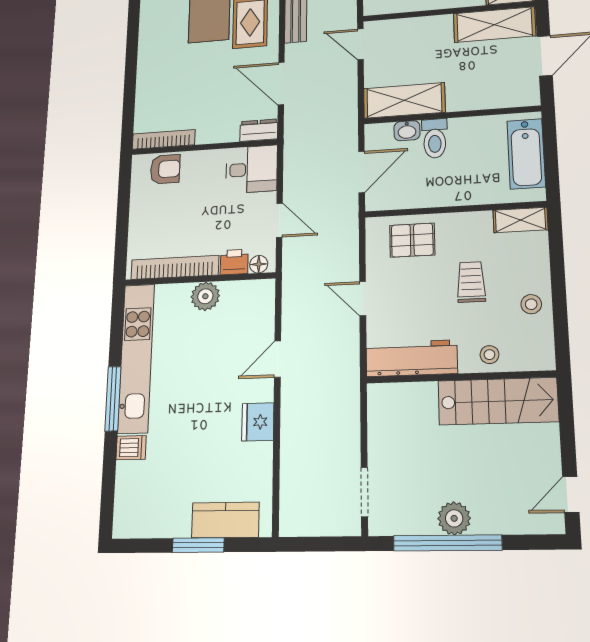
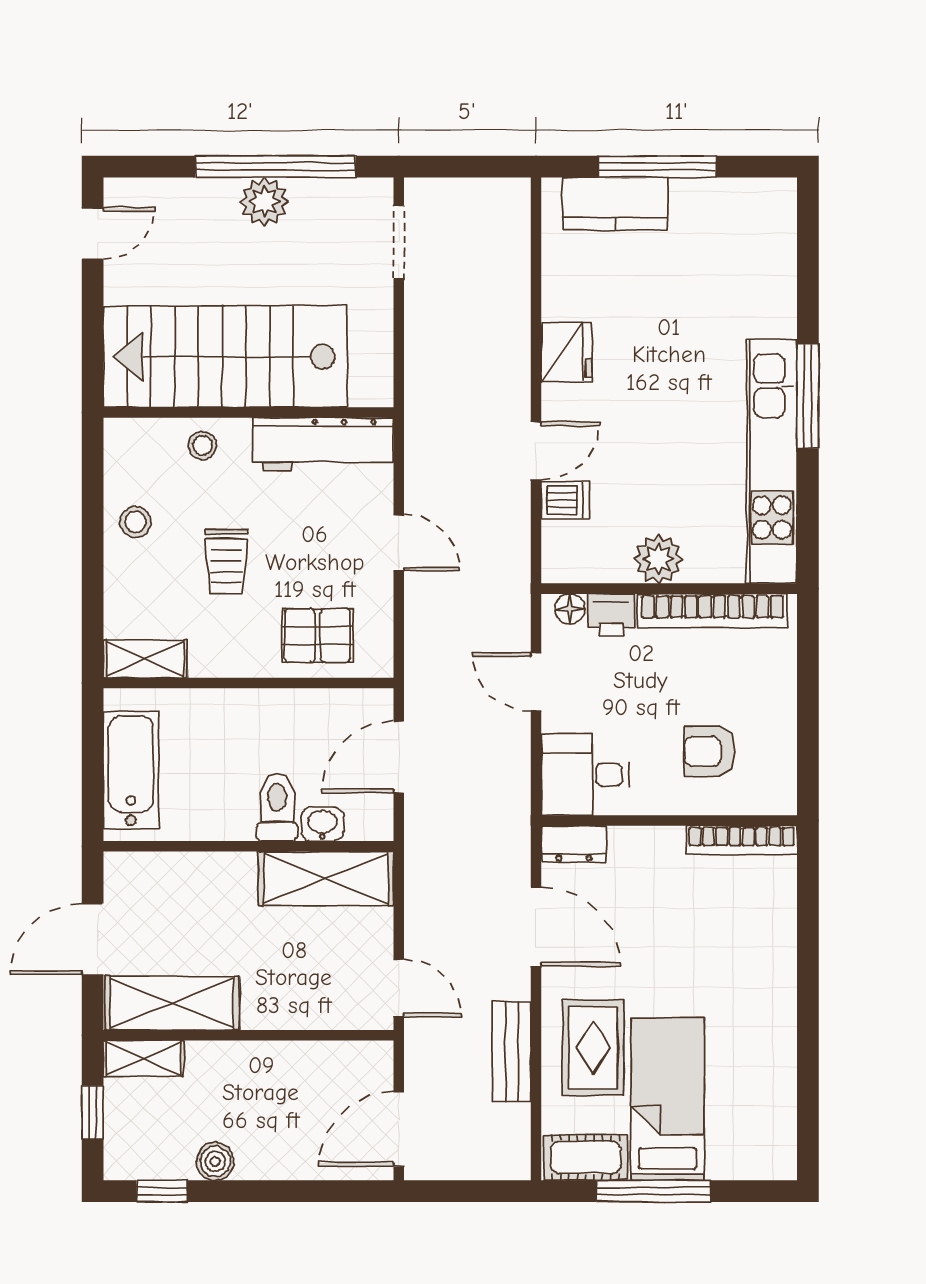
armchair: (165, 169) -> (710, 751), moved
stairs: (498, 401) -> (225, 357), width x1.36, depth x1.51
dishwasher: (131, 448) -> (565, 500), moved, turned 180
window: (198, 545) -> (657, 167), width x1.44

